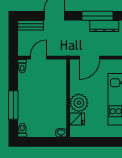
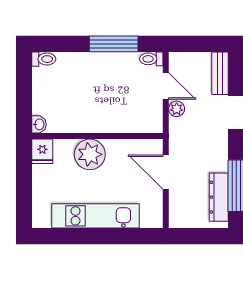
plant: (52, 51) -> (177, 109), added
window: (13, 105) -> (114, 44), moved
fridge: (77, 119) -> (42, 151), moved

